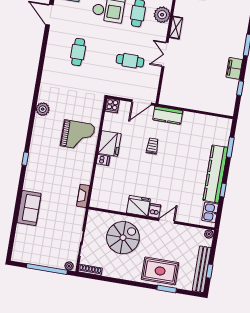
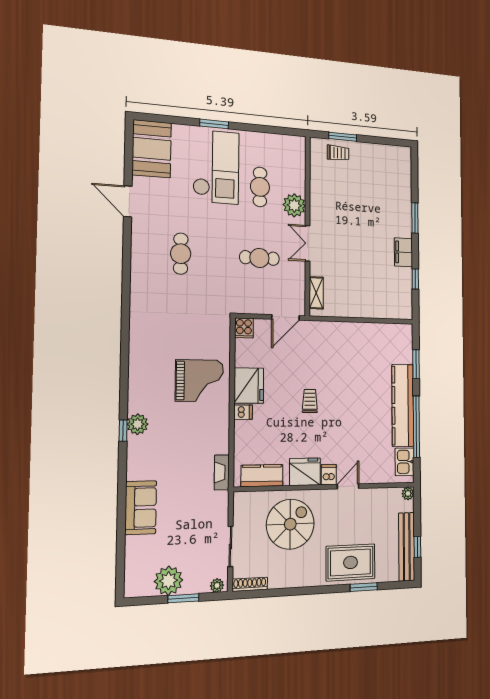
plant: (162, 15) -> (294, 205), moved
shelving: (176, 28) -> (316, 293), moved
plant: (43, 109) -> (138, 424), moved
kitchen counter: (168, 115) -> (262, 476), moved, turned 180
trolley: (152, 146) -> (310, 401), moved
window: (223, 190) -> (416, 427), width x3.17
plant: (39, 256) -> (169, 581), added
window: (47, 269) -> (183, 598), width x0.47

